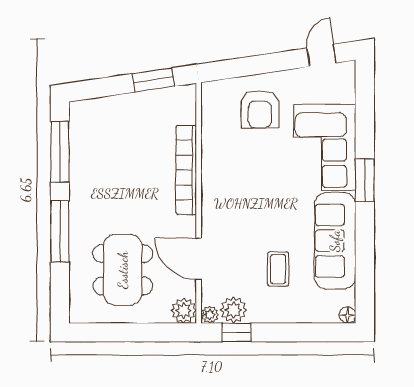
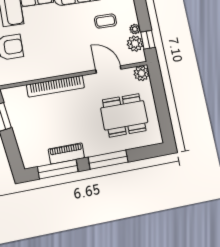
piano: (81, 169) -> (66, 153), added
door: (199, 259) -> (109, 70), swing flipped
plant: (210, 315) -> (135, 29), moved

